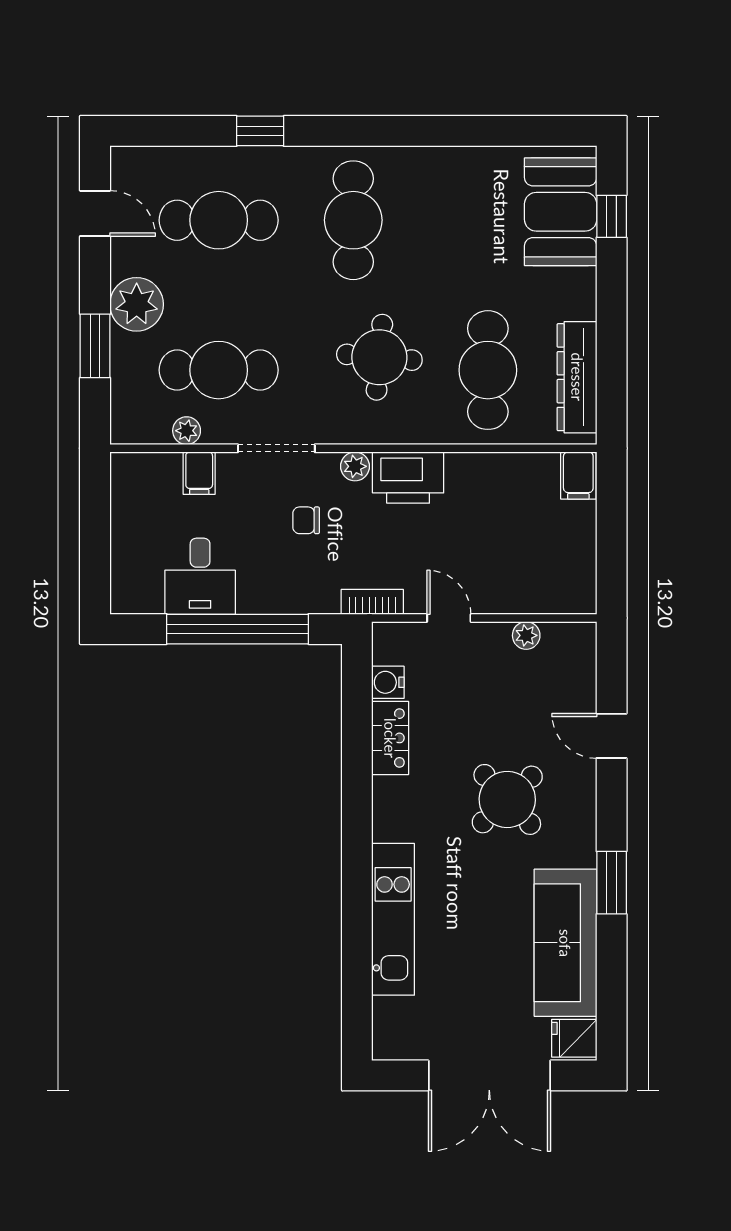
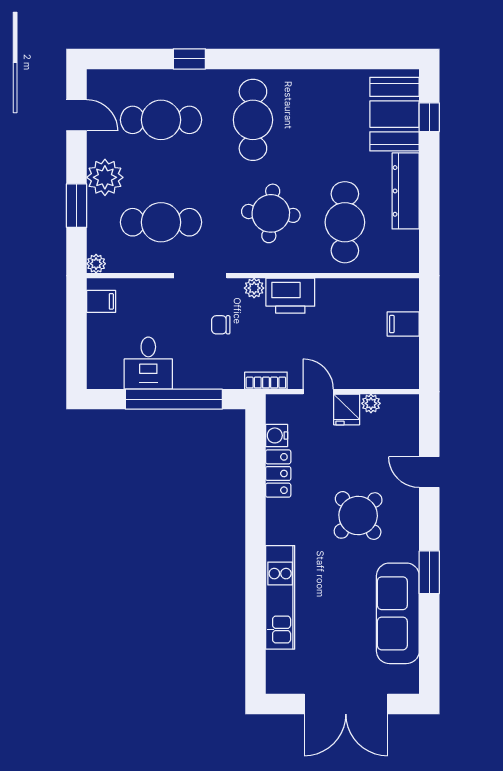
dresser: (577, 377) -> (406, 191), moved
plant: (187, 431) -> (96, 264), moved
filing cabinet: (199, 473) -> (101, 301), moved, turned -90
filing cabinet: (578, 476) -> (403, 324), moved, turned 90
fridge: (574, 1038) -> (347, 409), moved, turned -90

